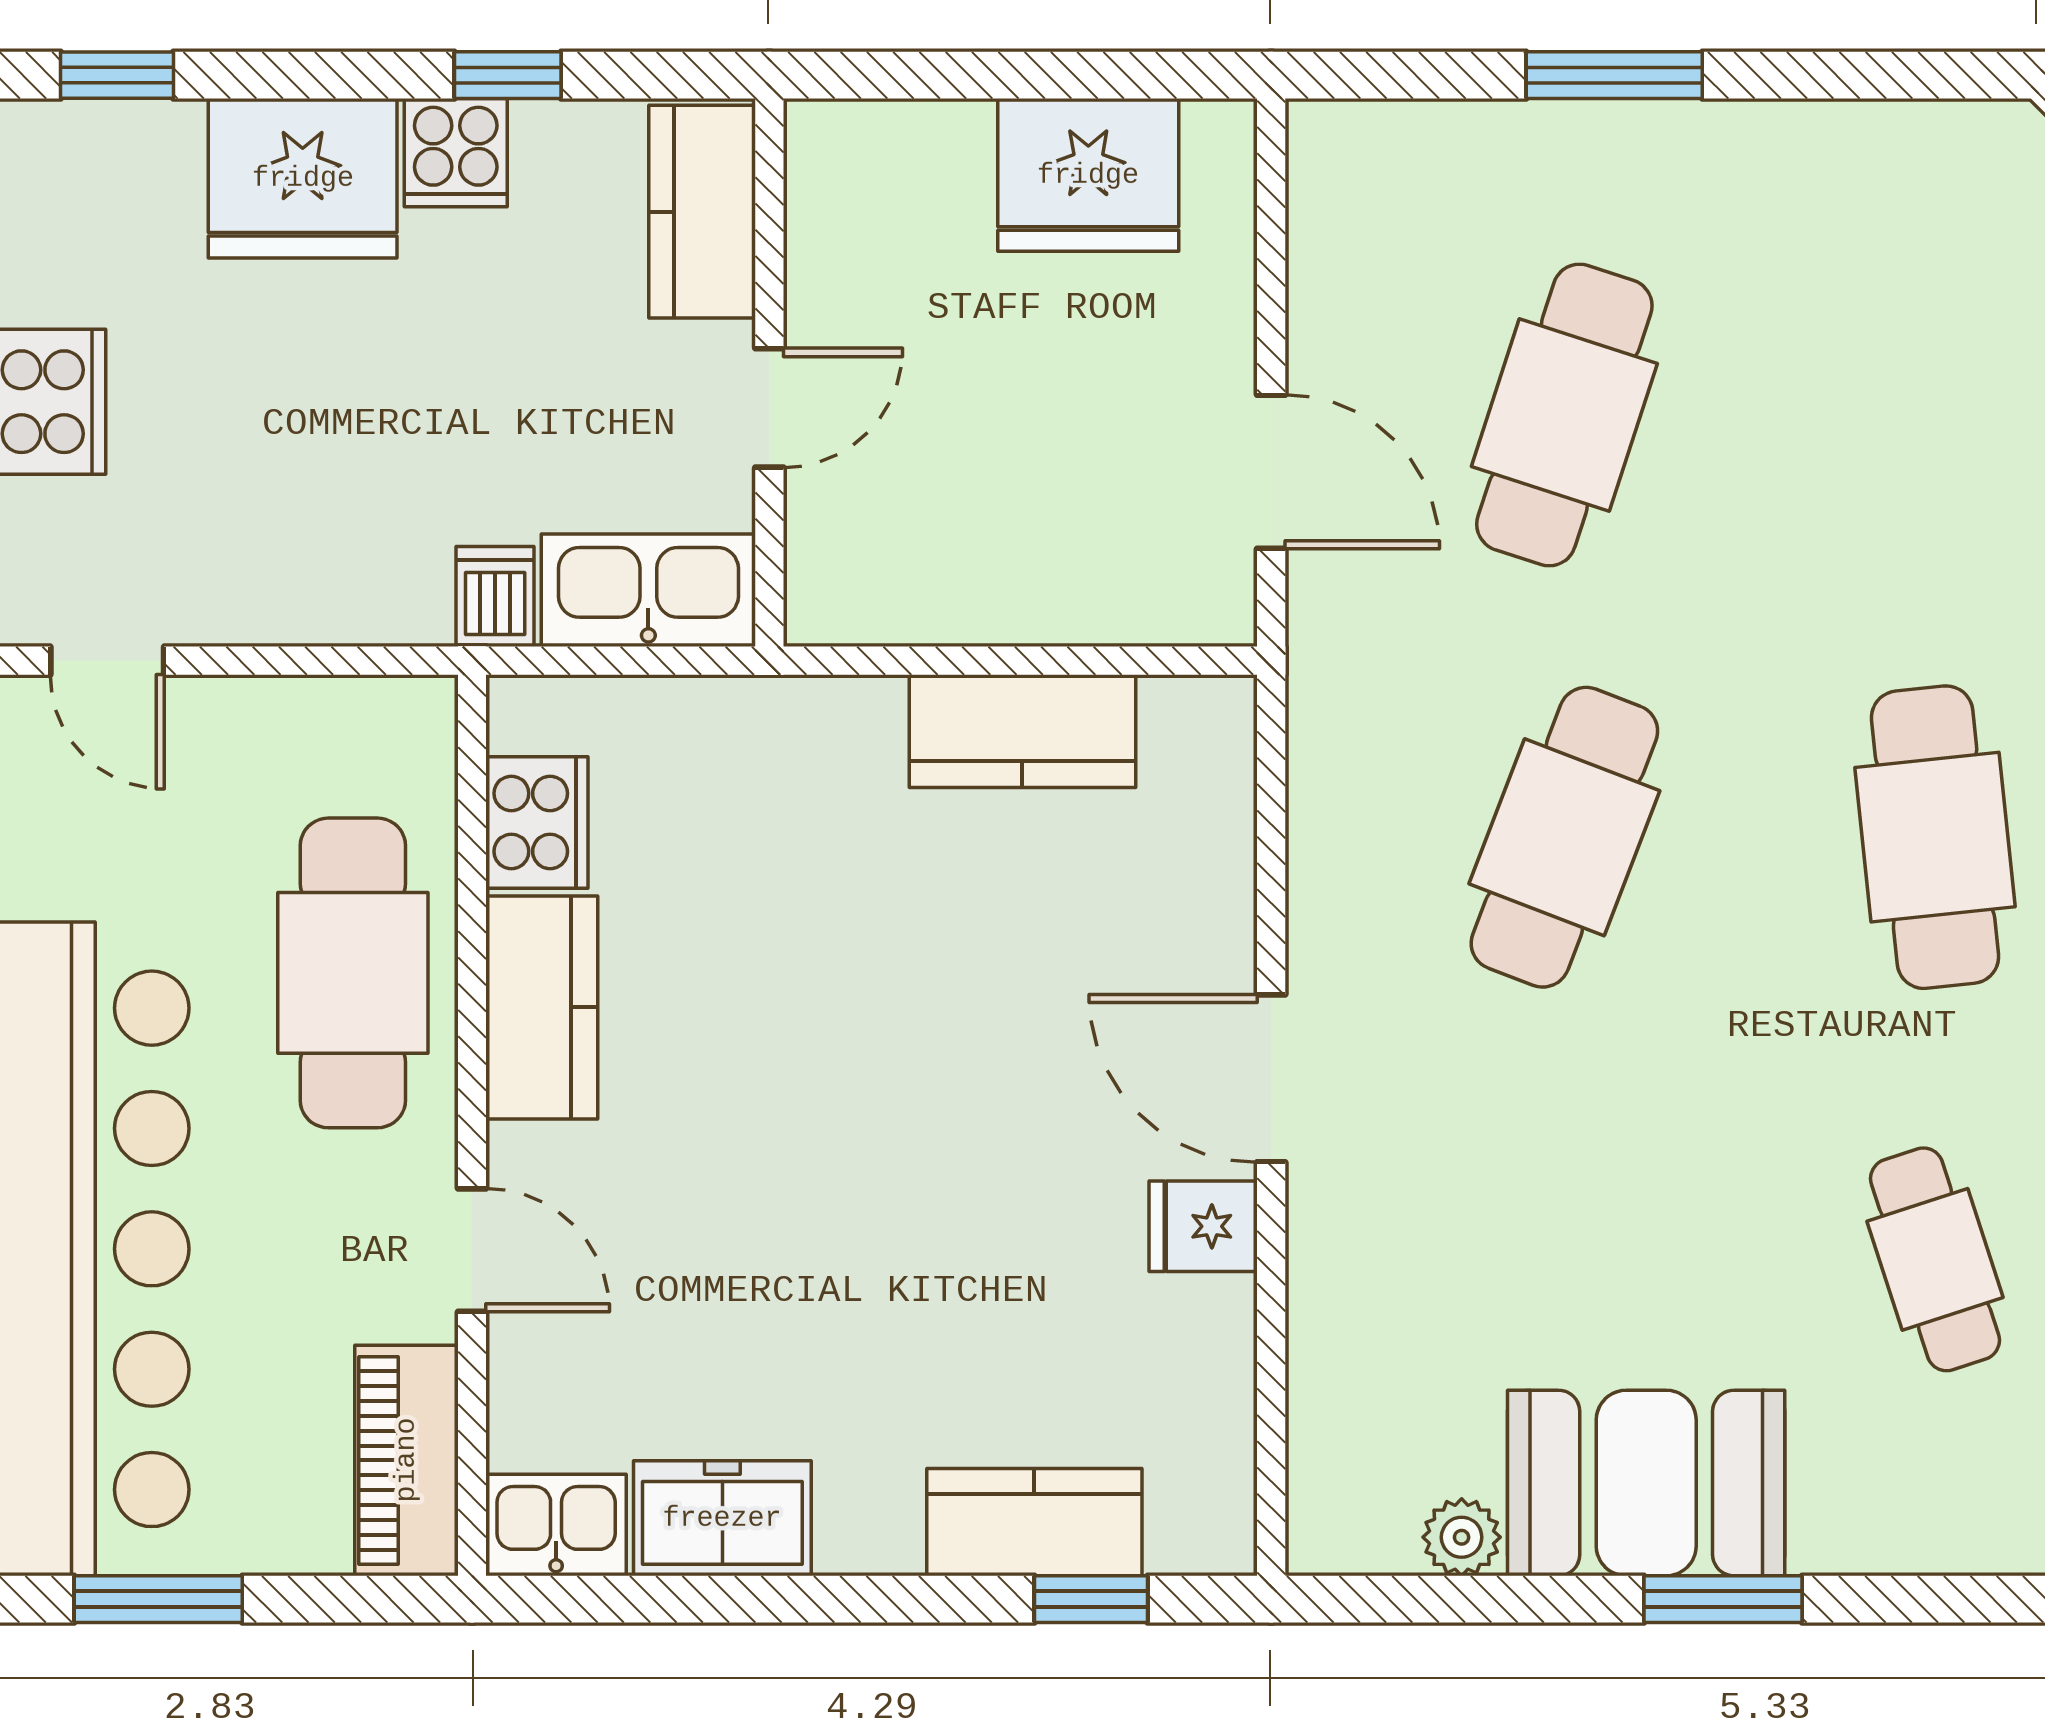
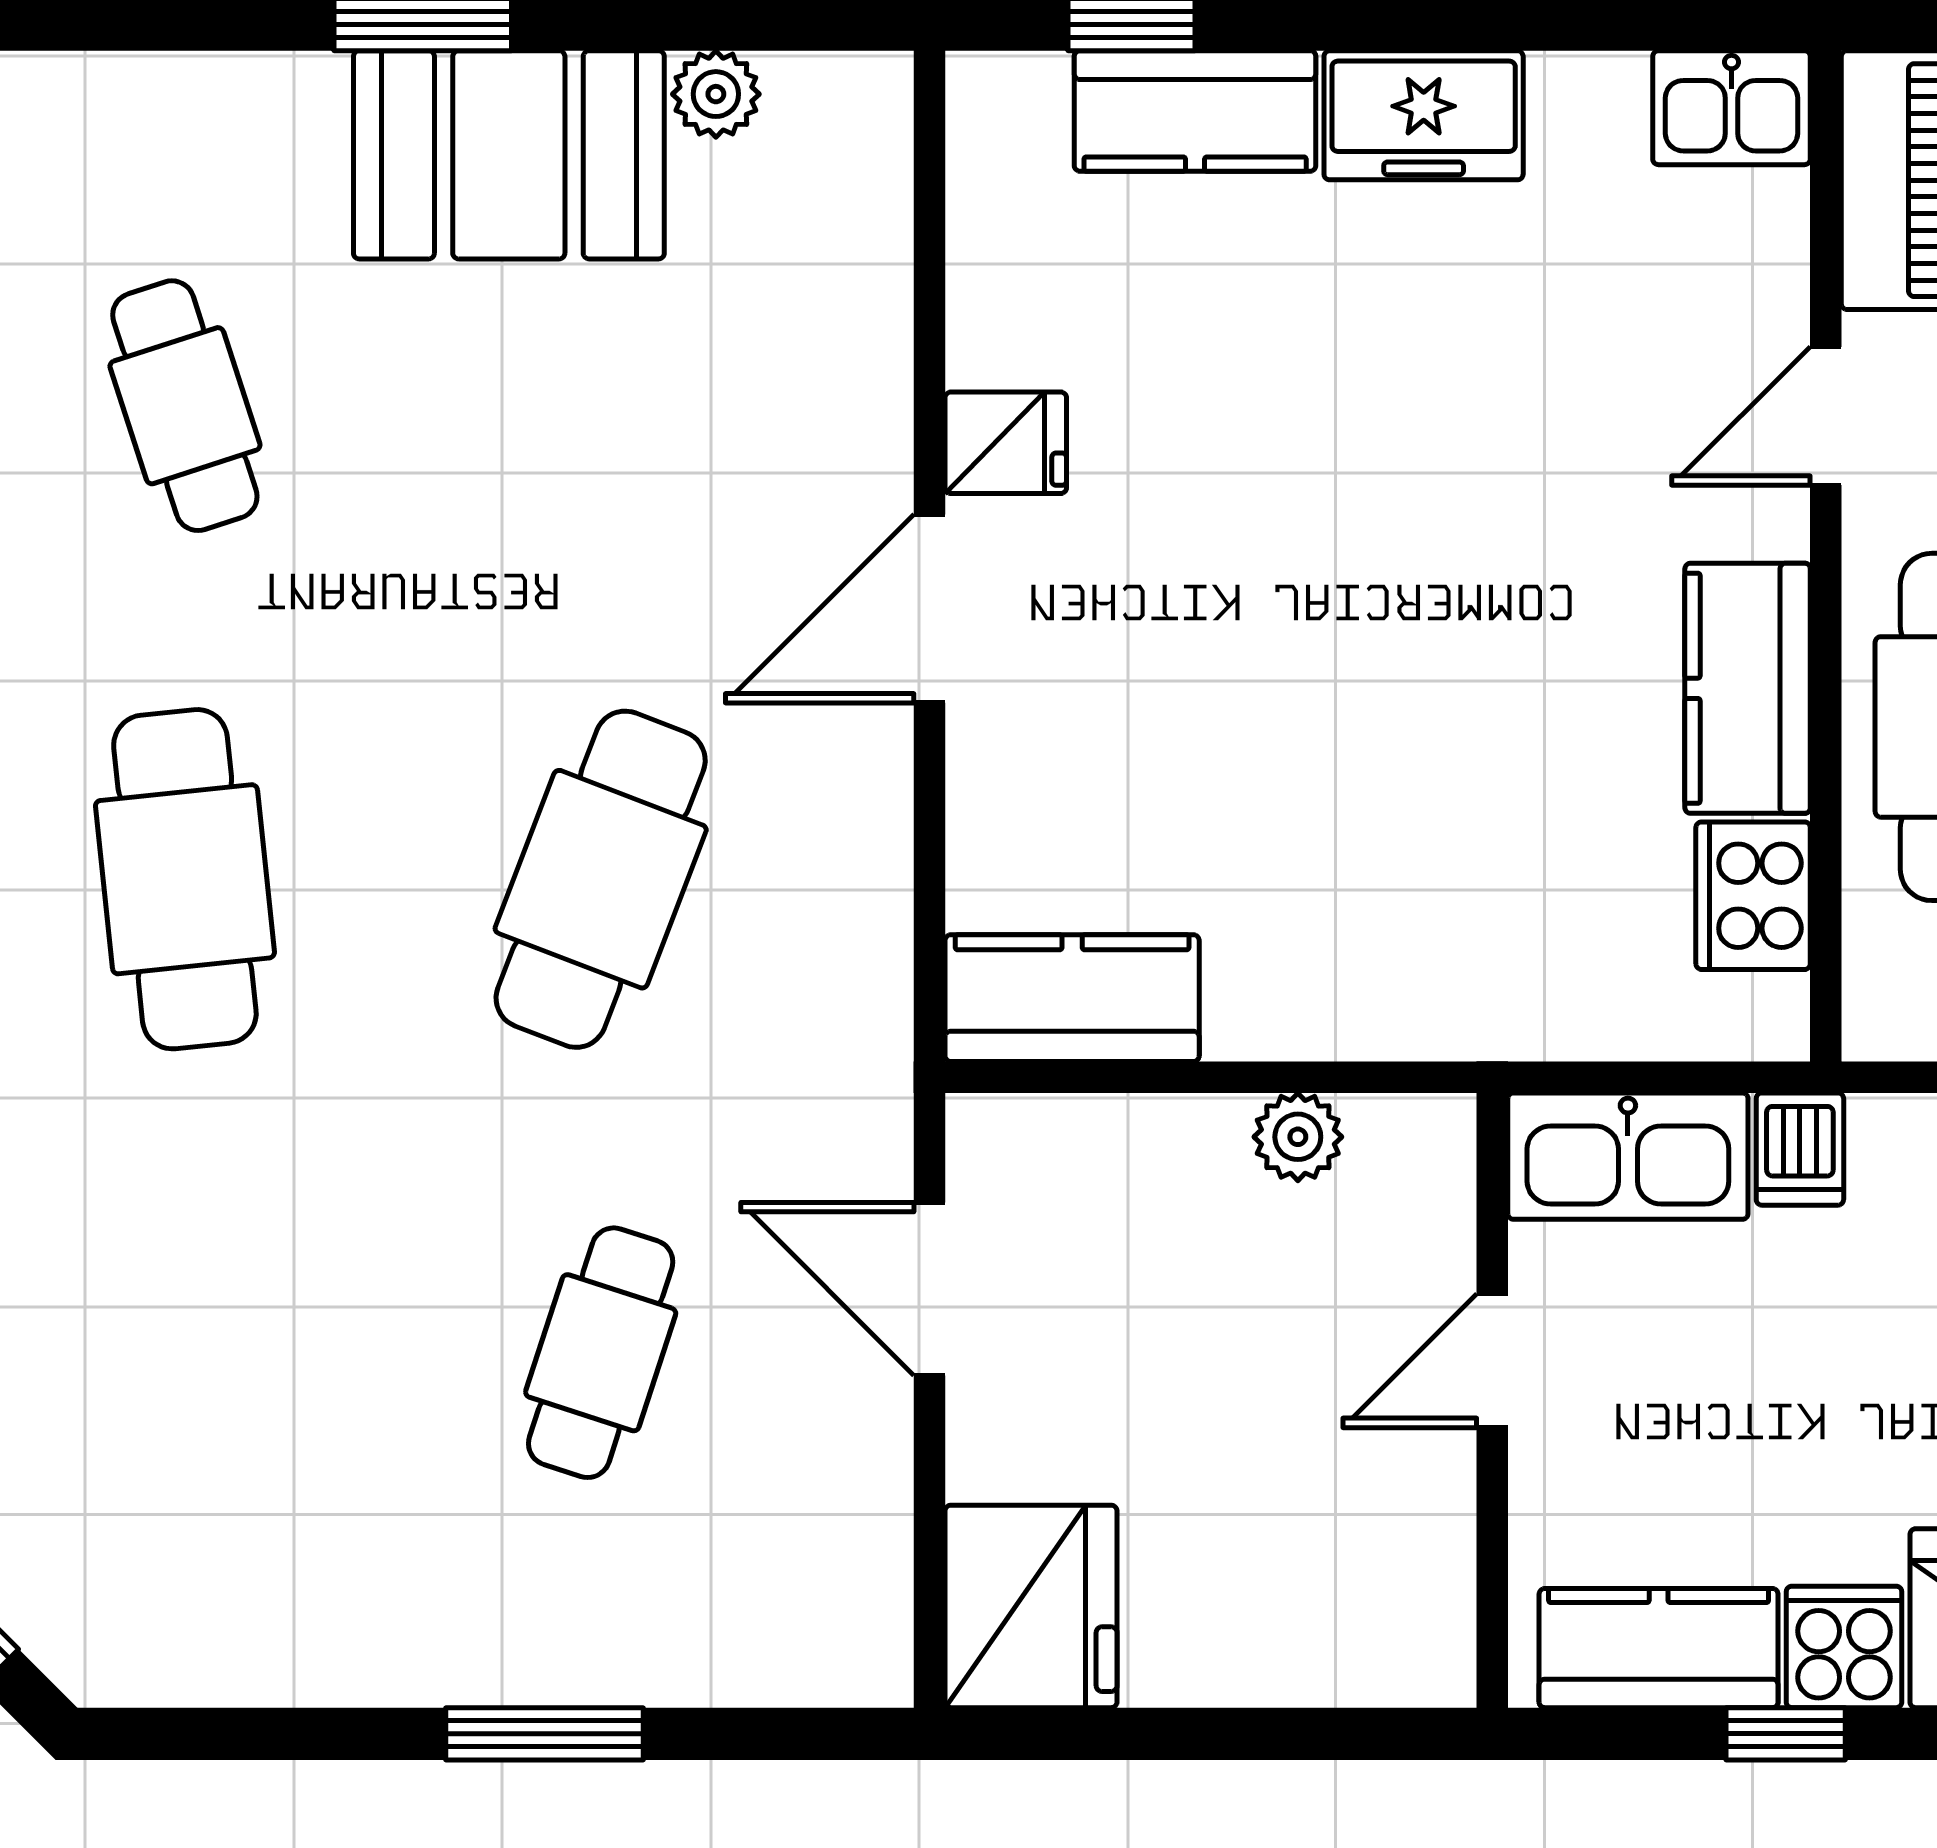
fridge: (1088, 175) -> (1031, 1606), moved, turned 90
kitchen counter: (702, 212) -> (1659, 1648), moved, turned -90
cafe table: (1564, 415) -> (601, 1353), width x0.73, depth x0.74
plant: (943, 607) -> (1298, 1137), added
kitchen counter: (1022, 731) -> (1072, 998), moved
door: (1271, 1078) -> (930, 609), swing flipped
door: (472, 1250) -> (1826, 416), hinge flipped
freezer: (722, 1518) -> (1424, 115), moved

